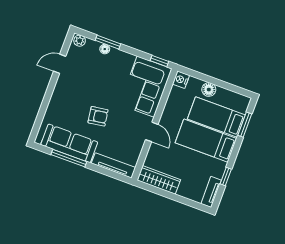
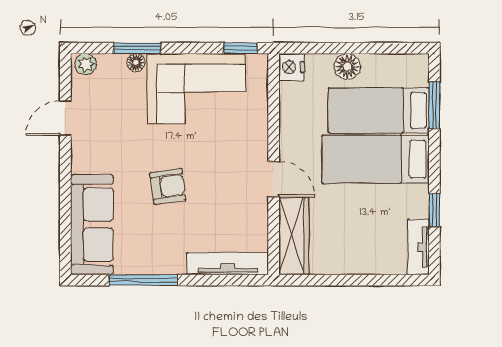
corner sofa: (146, 87) -> (196, 88), moved, turned -90
sofa: (69, 143) -> (92, 225), moved, turned 90
wardrobe: (159, 180) -> (294, 236), moved, turned 90

